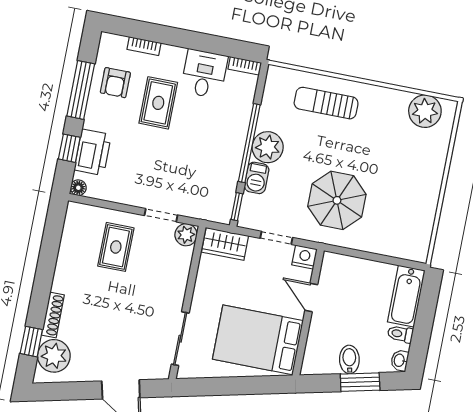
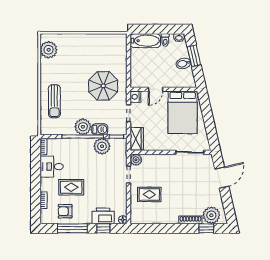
armchair: (115, 83) -> (65, 211), turned 180
plant: (224, 176) -> (102, 146), added

